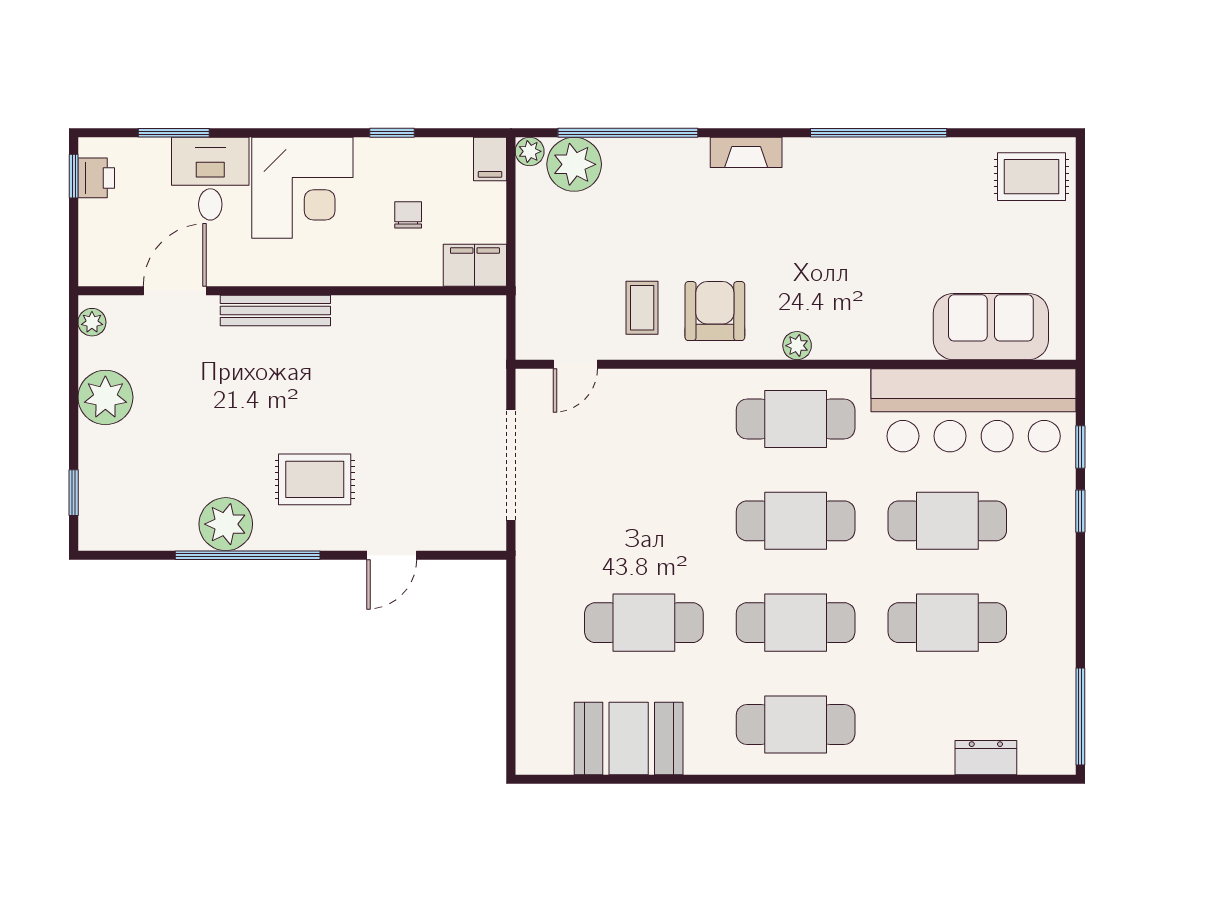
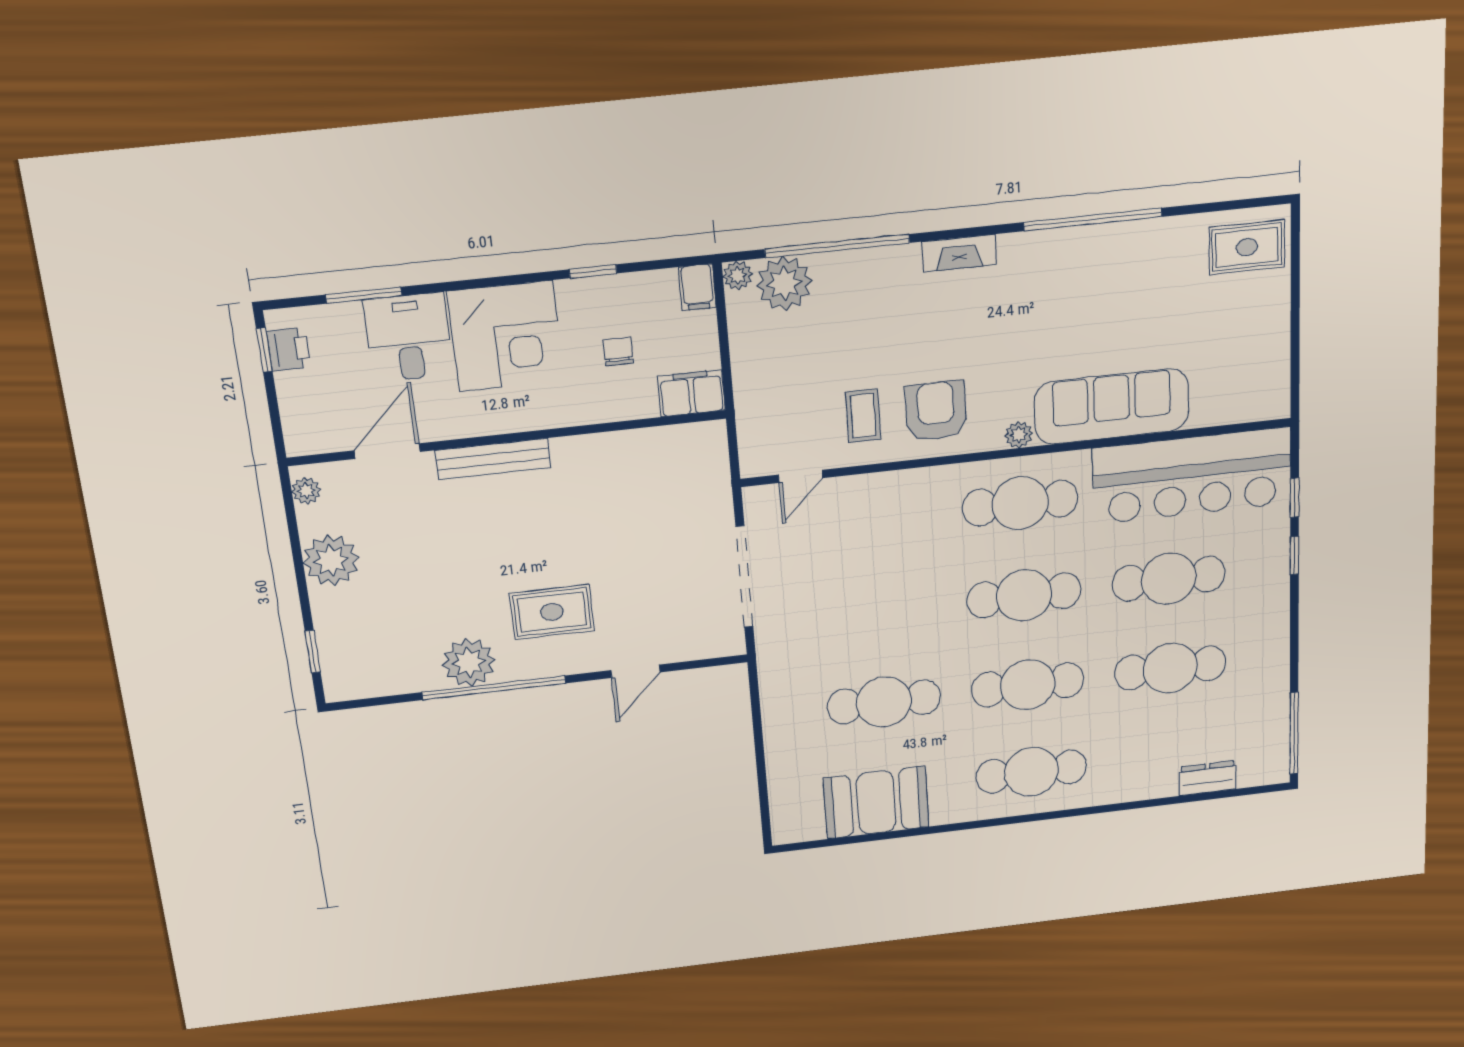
sofa: (991, 327) -> (1112, 406), moved, width x1.36

